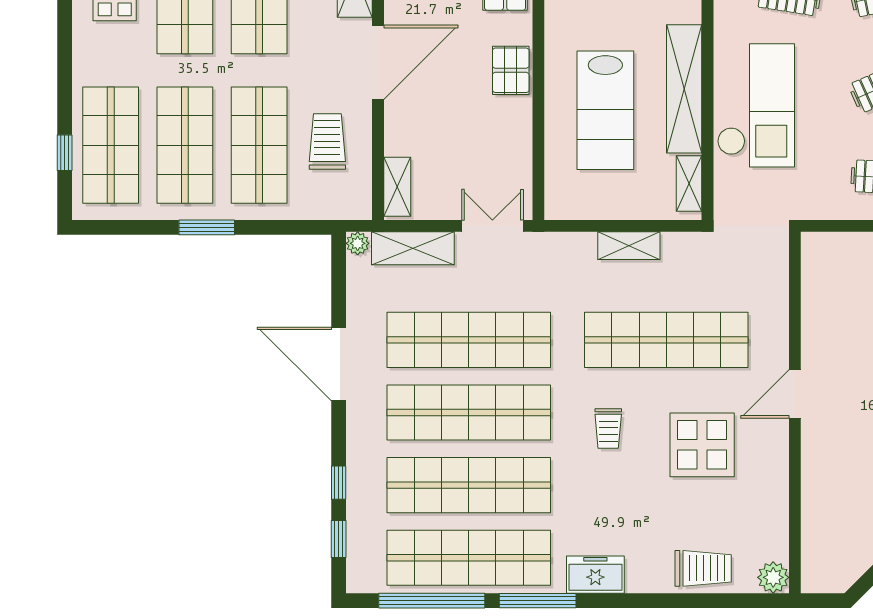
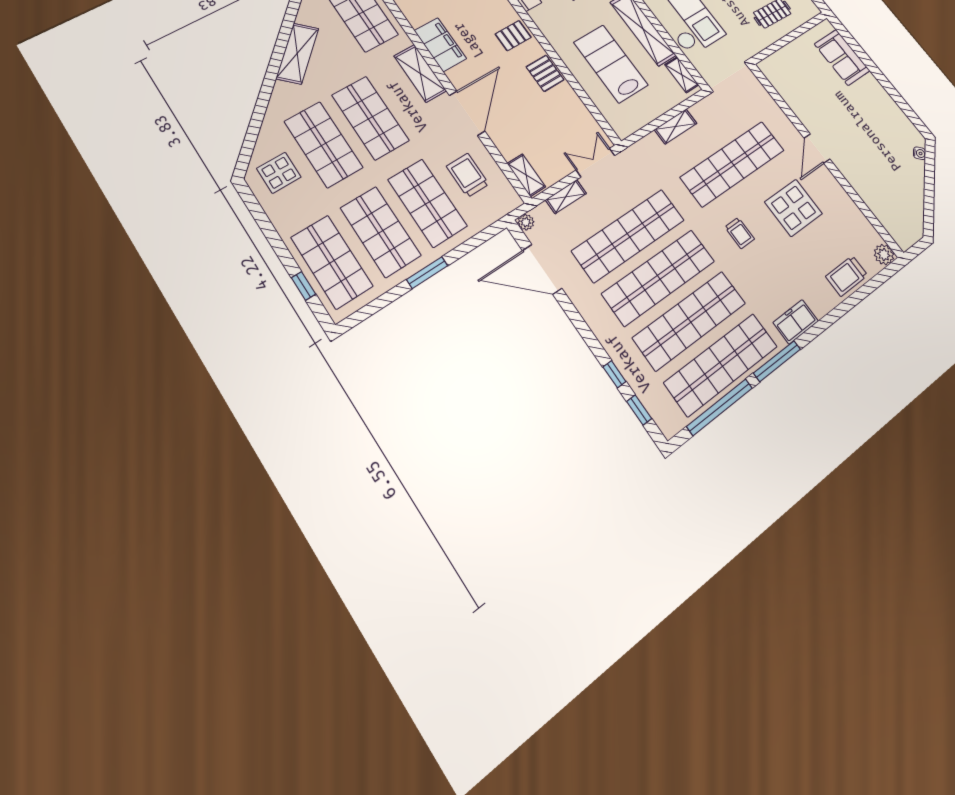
lab bench: (605, 110) -> (611, 64), turned 180
shelving: (413, 248) -> (566, 197), width x0.67, depth x0.75
door: (339, 364) -> (542, 269), moved
trolley: (703, 568) -> (847, 276), turned 180

